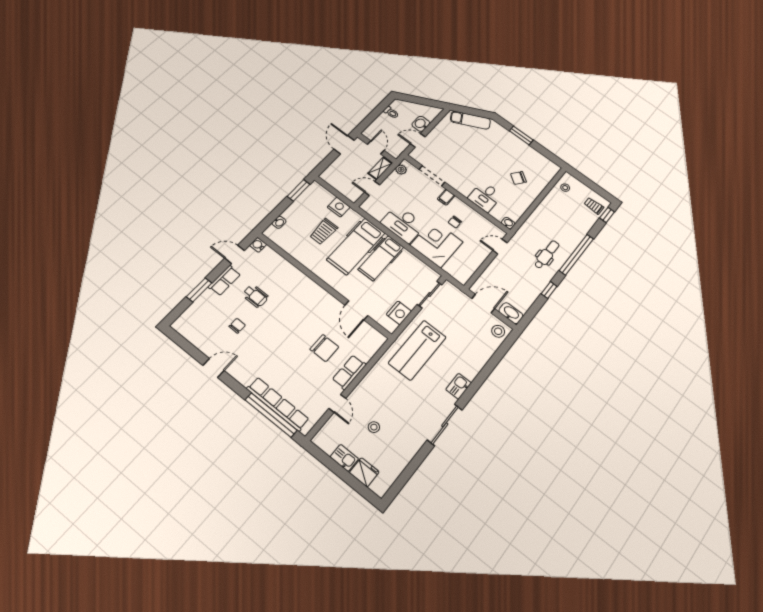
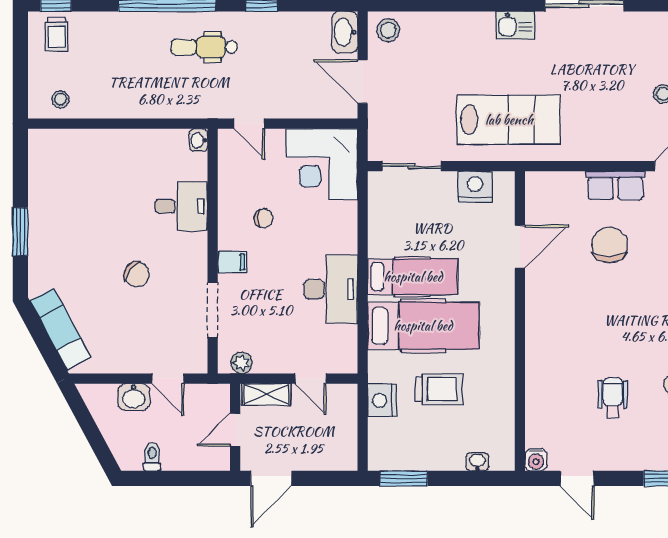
chair: (518, 178) -> (137, 274), moved
corner desk: (436, 244) -> (322, 164), moved
row of seats: (225, 281) -> (625, 458), removed

